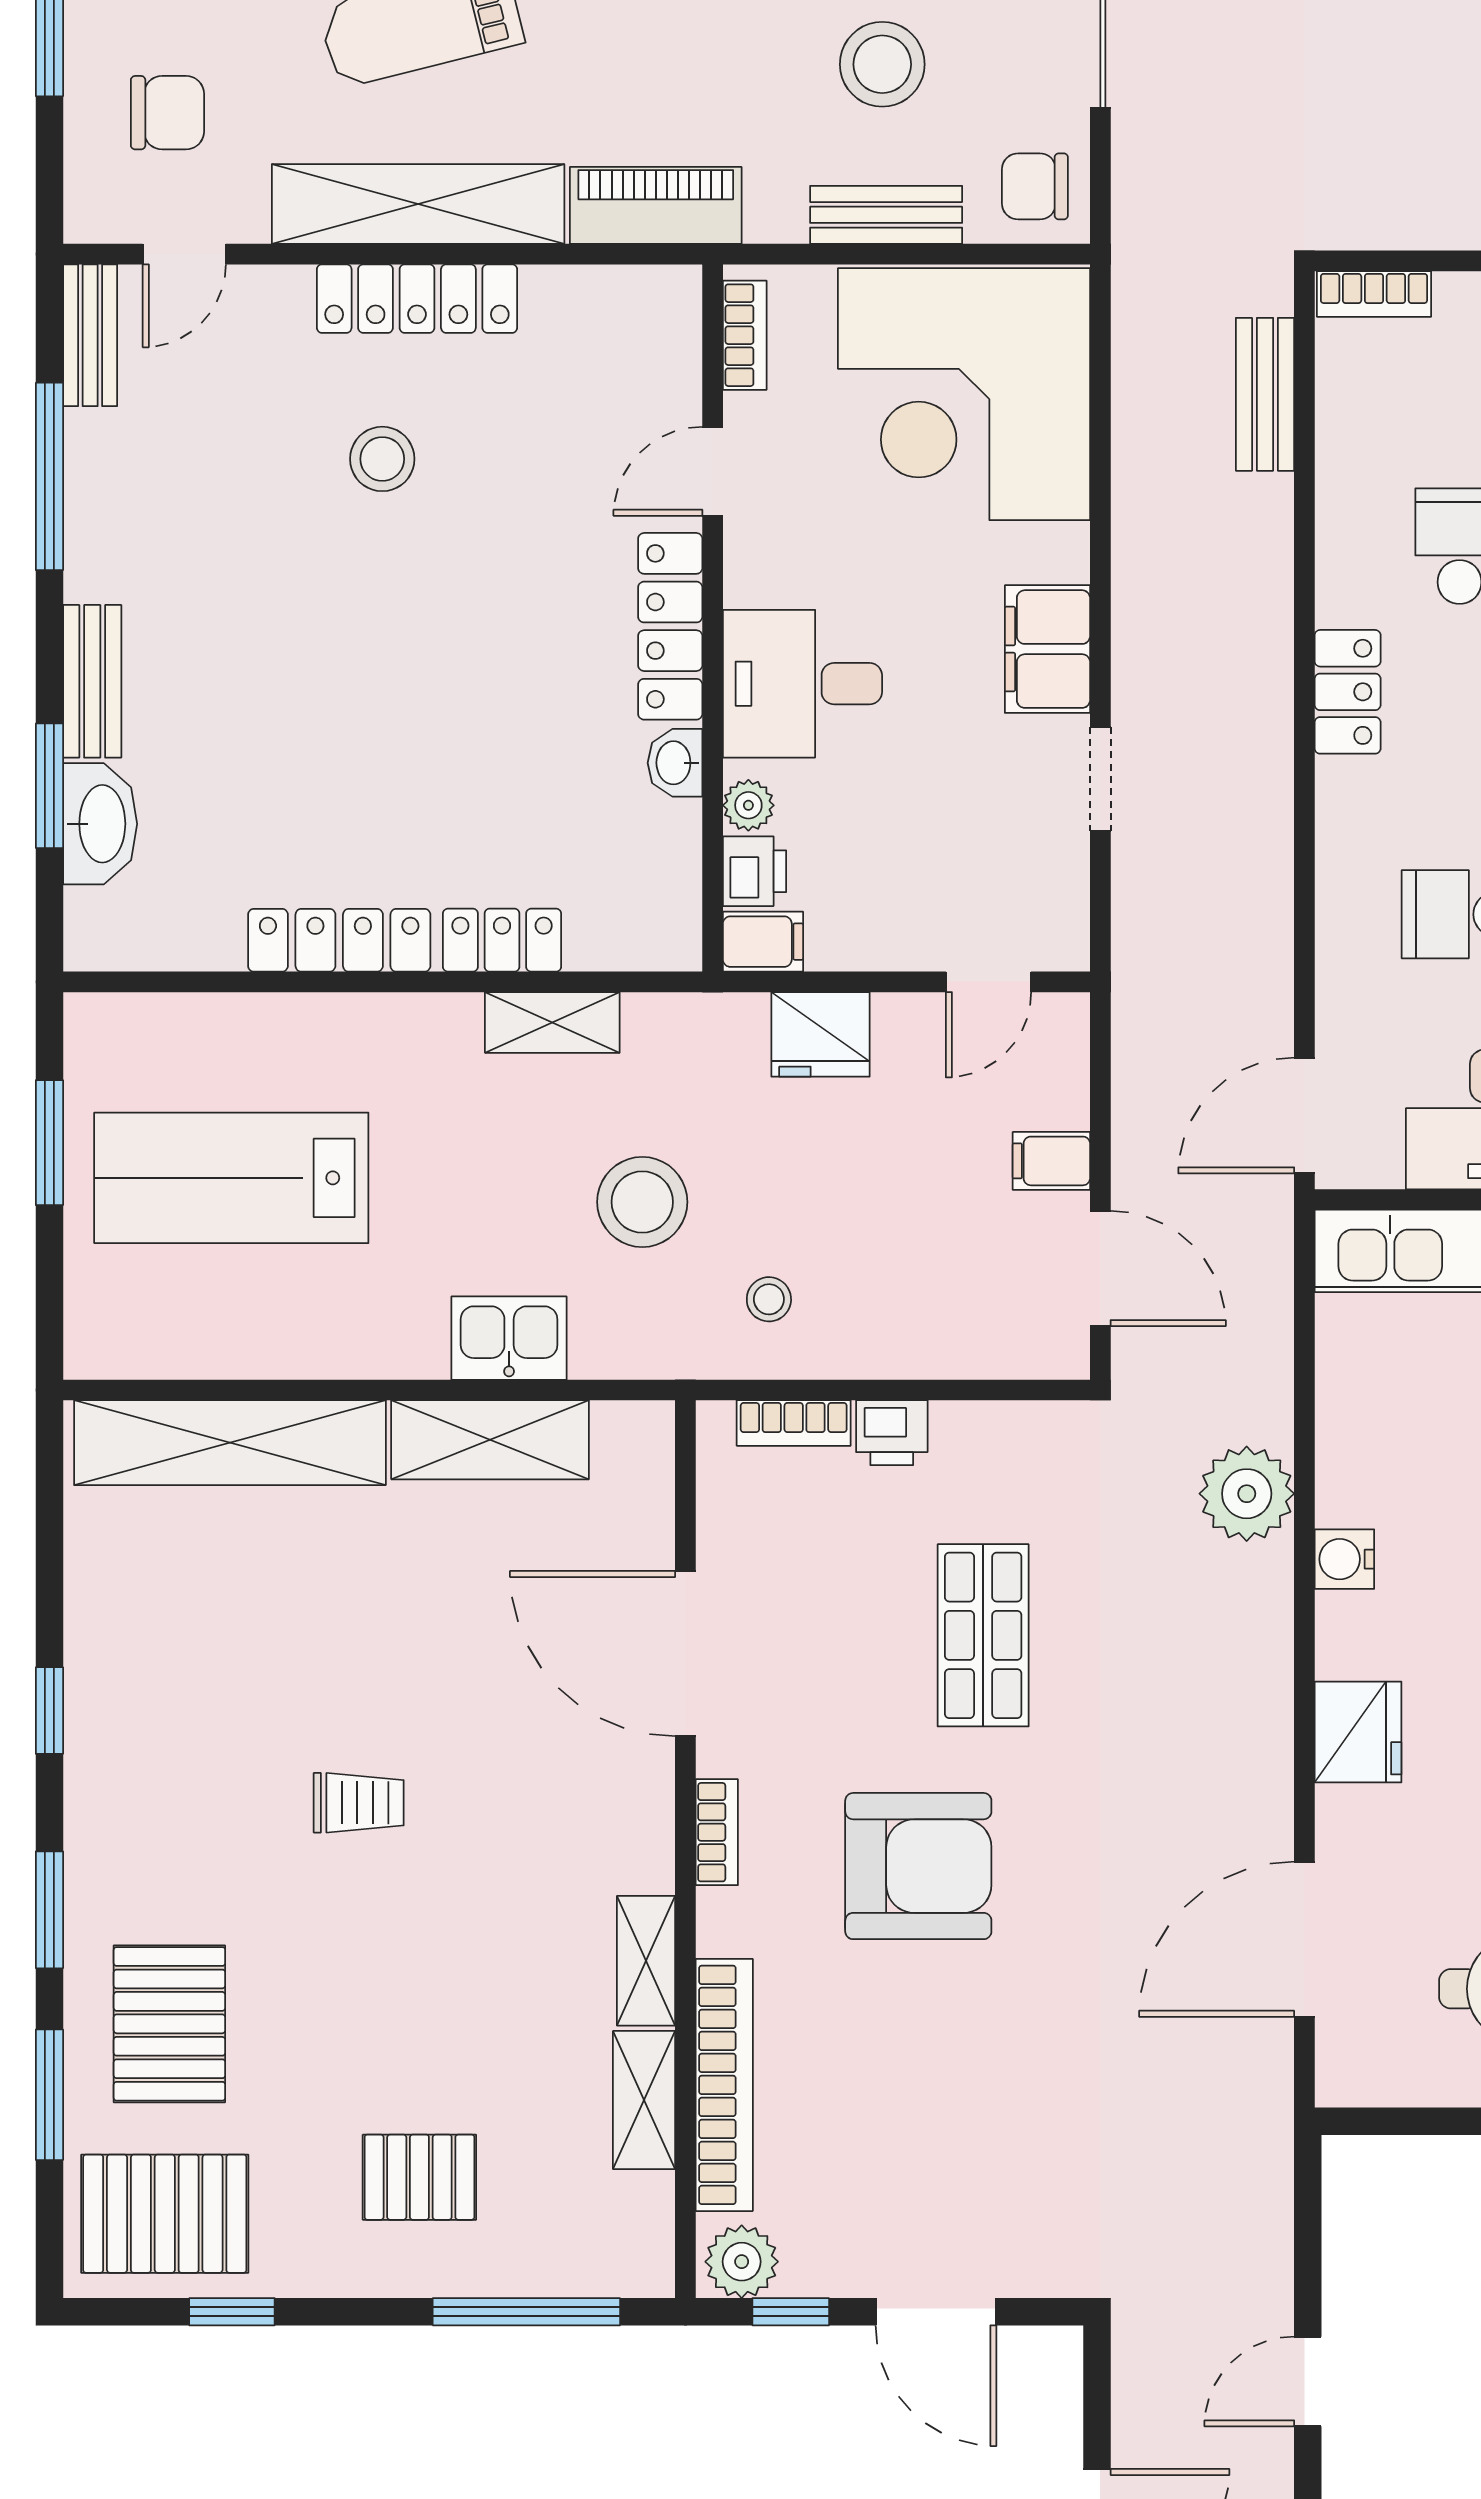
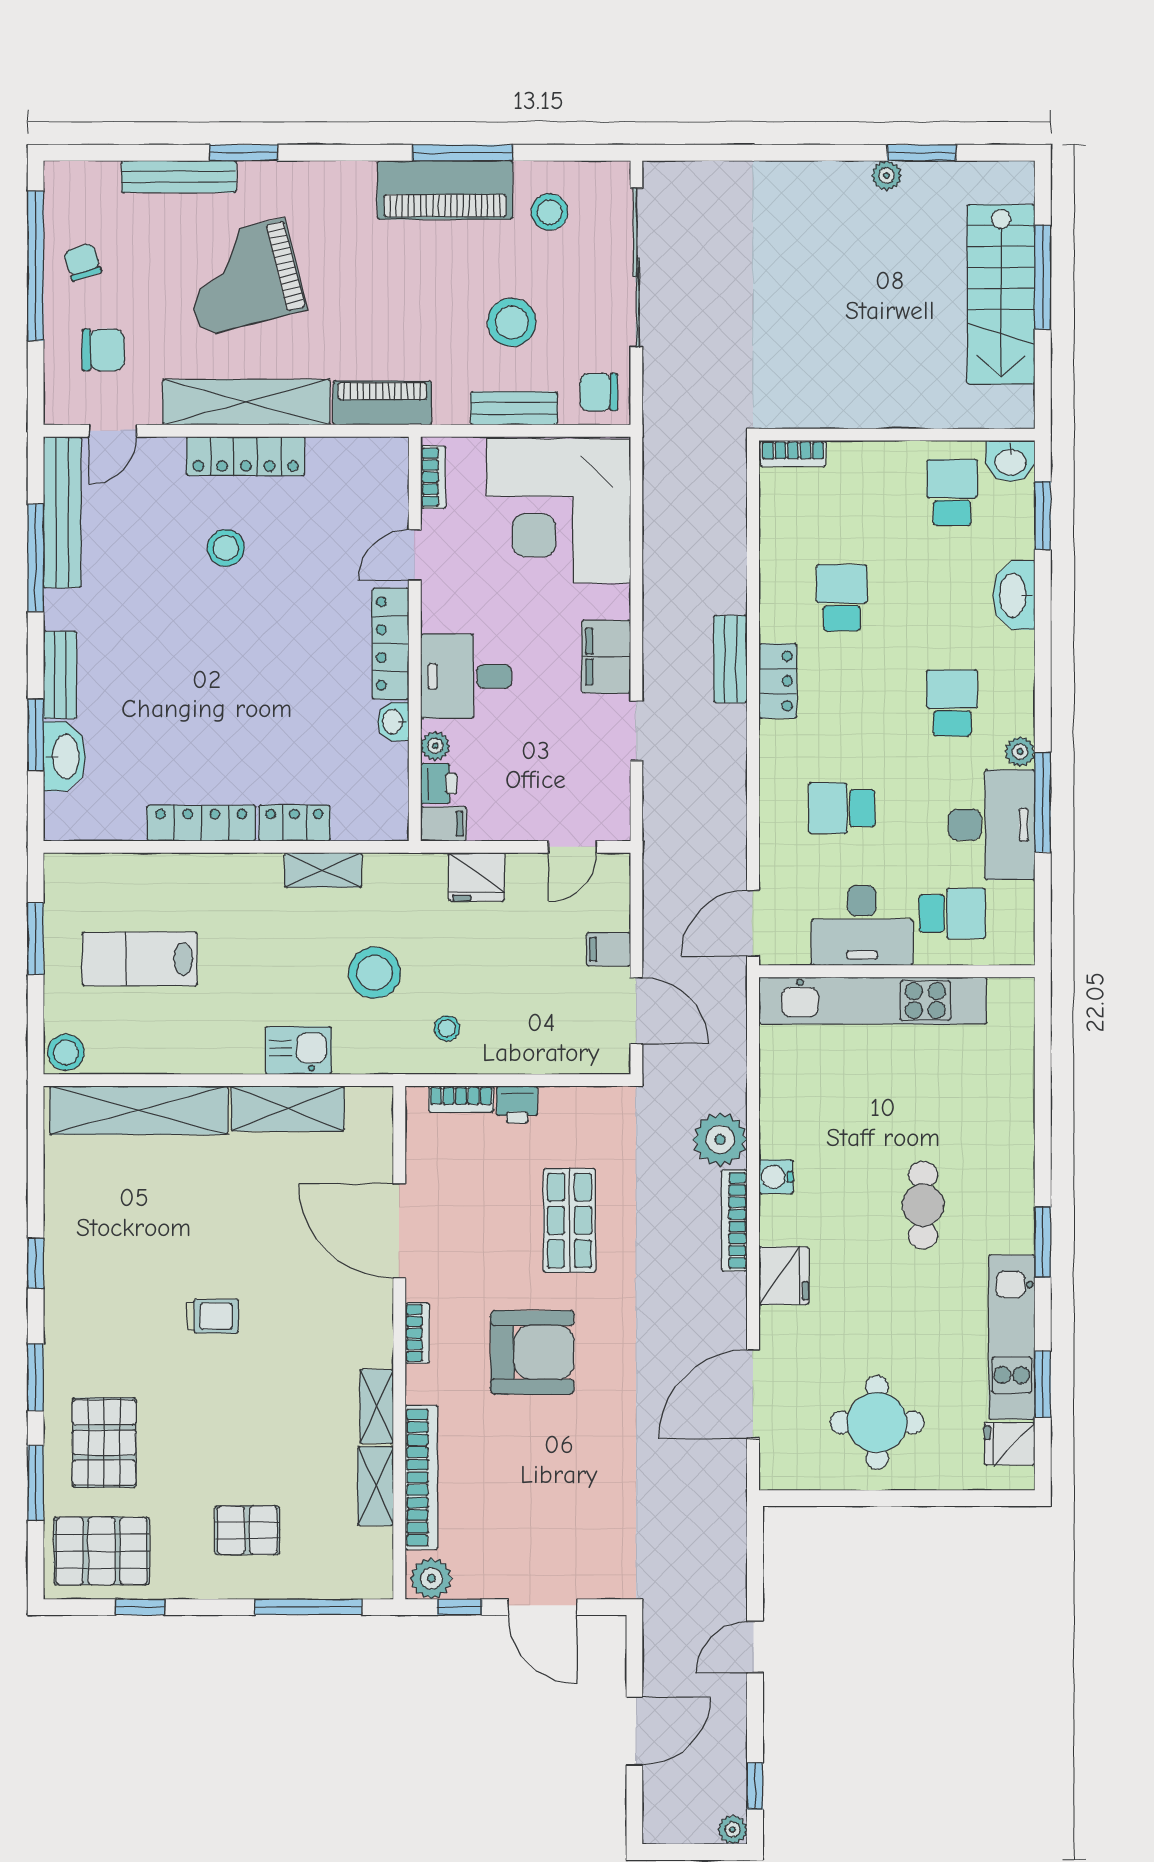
bench: (90, 335) -> (62, 512), width x1.86, depth x1.21
bench: (1265, 394) -> (731, 659), moved
lab bench: (231, 1178) -> (140, 959), width x0.73, depth x0.72
stool: (102, 1341) -> (66, 1052), added
bookcase: (1271, 1635) -> (734, 1220), added

